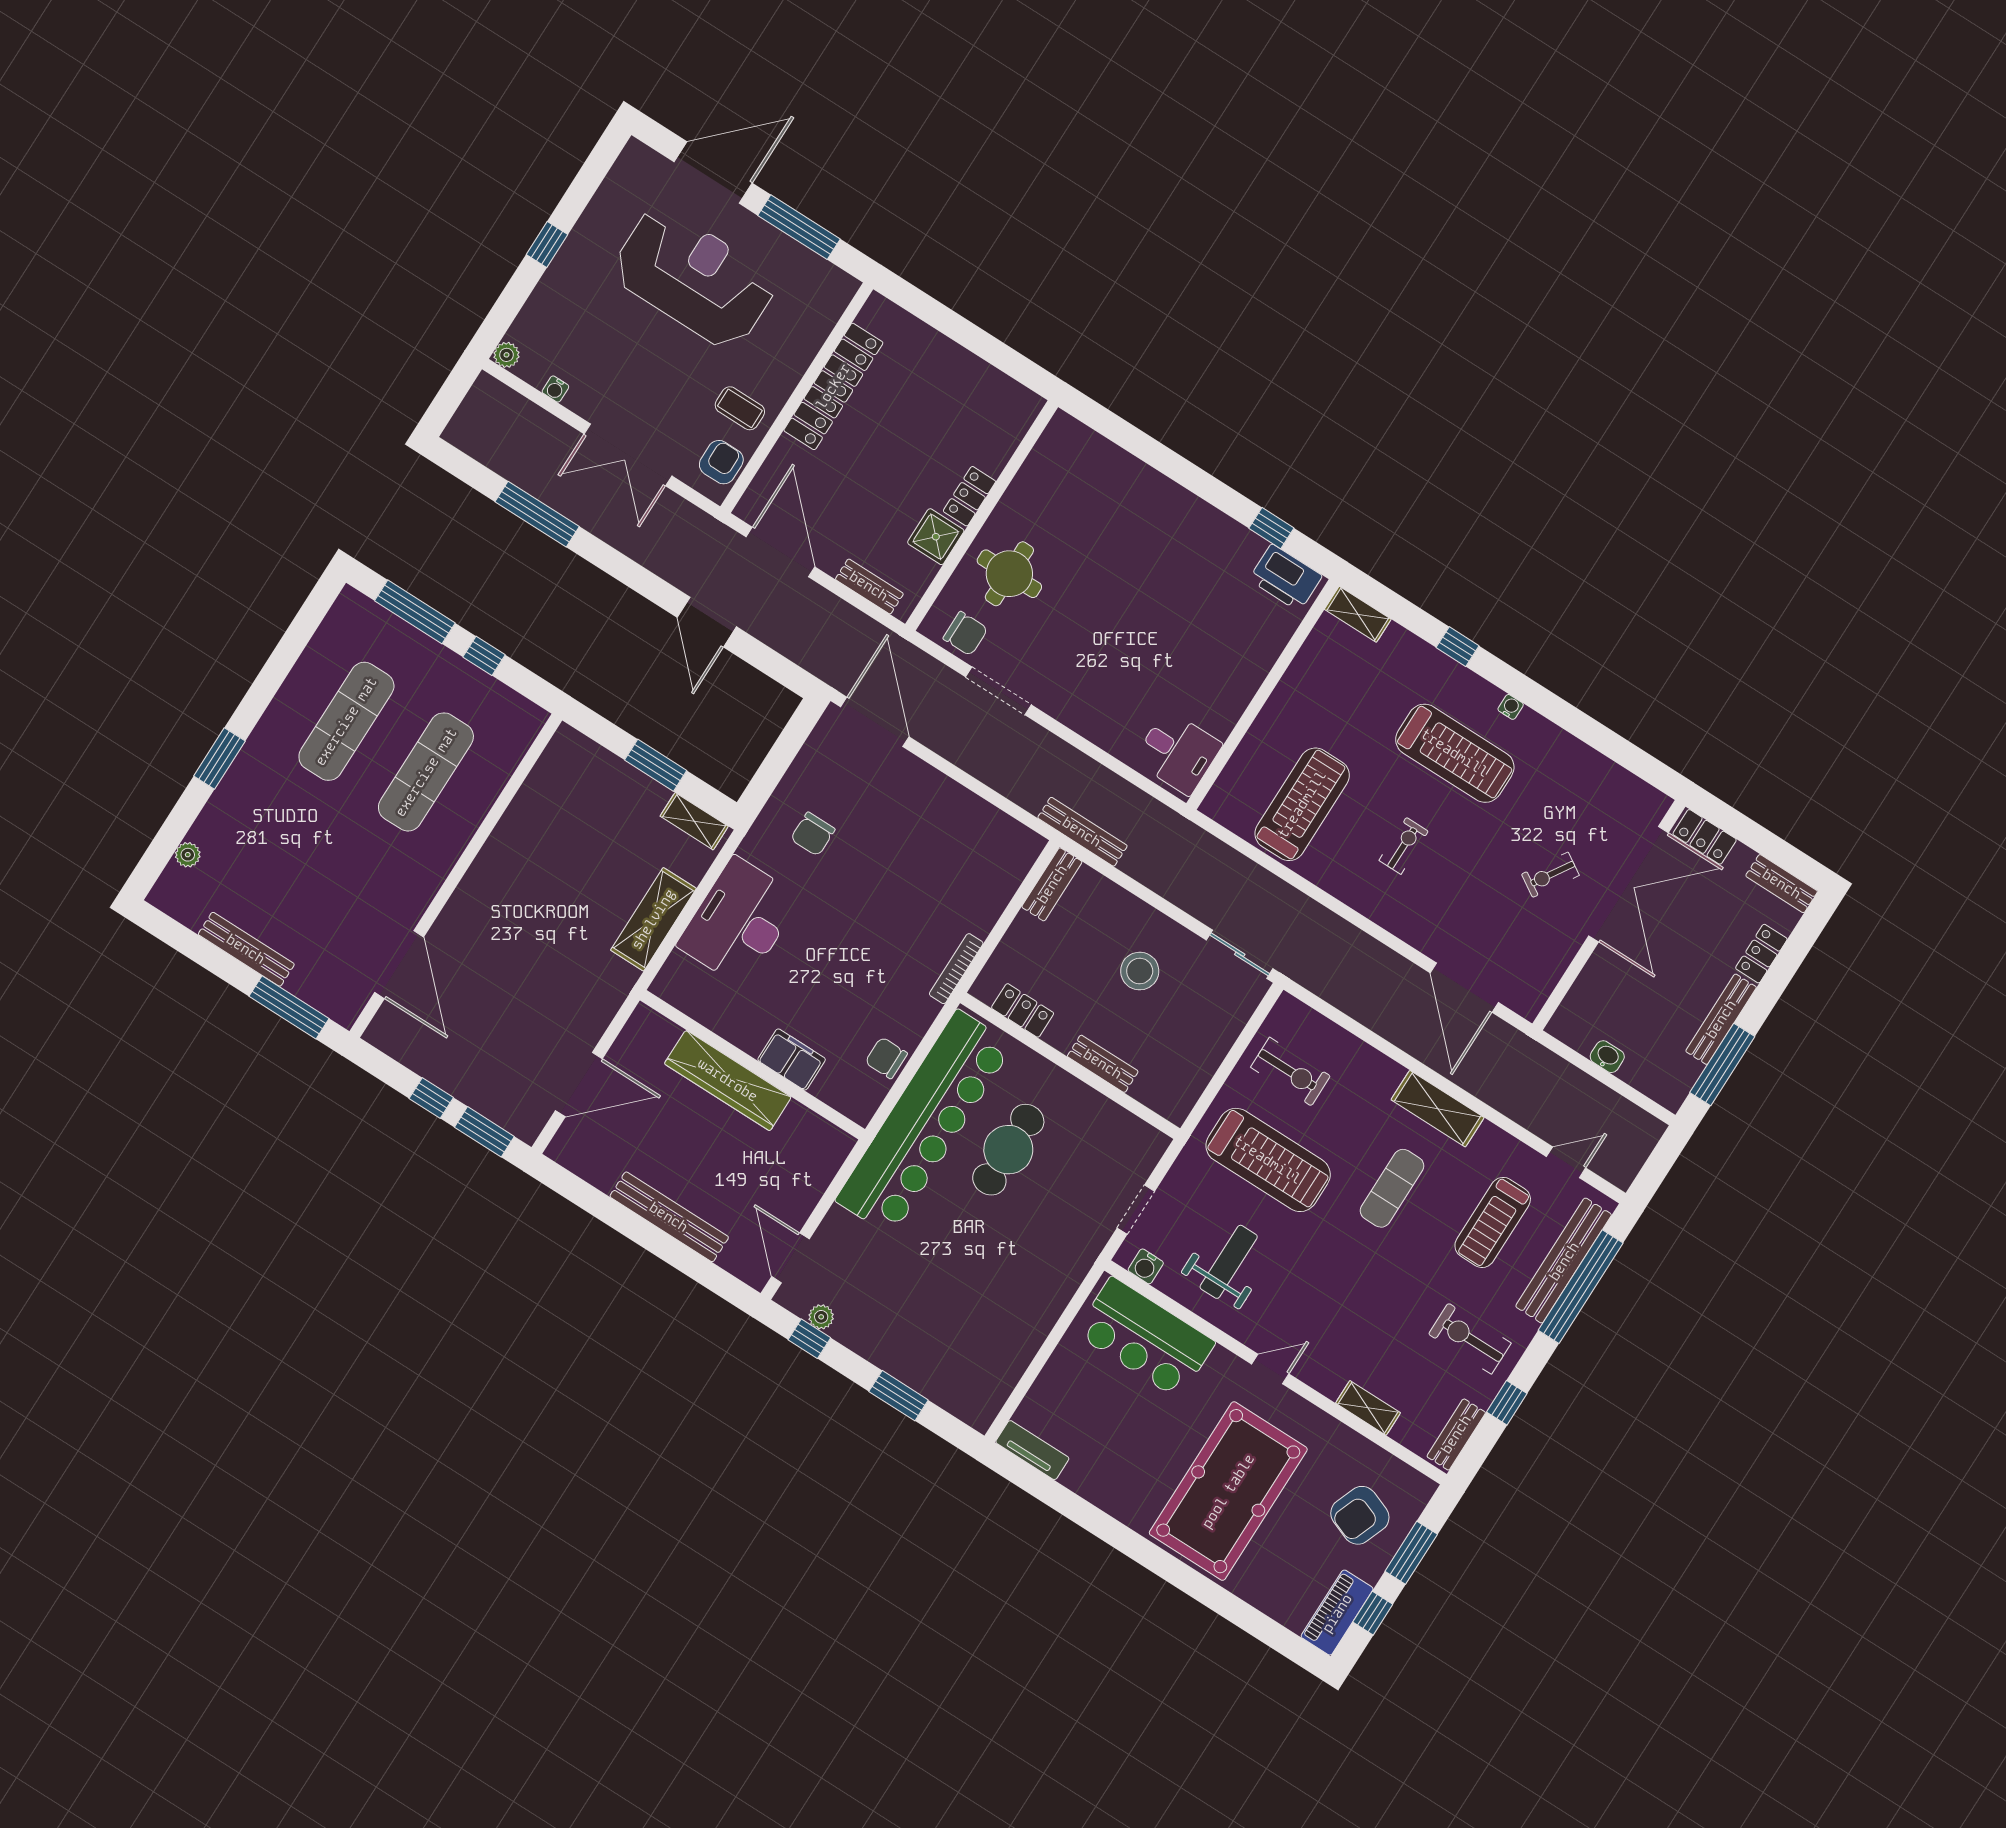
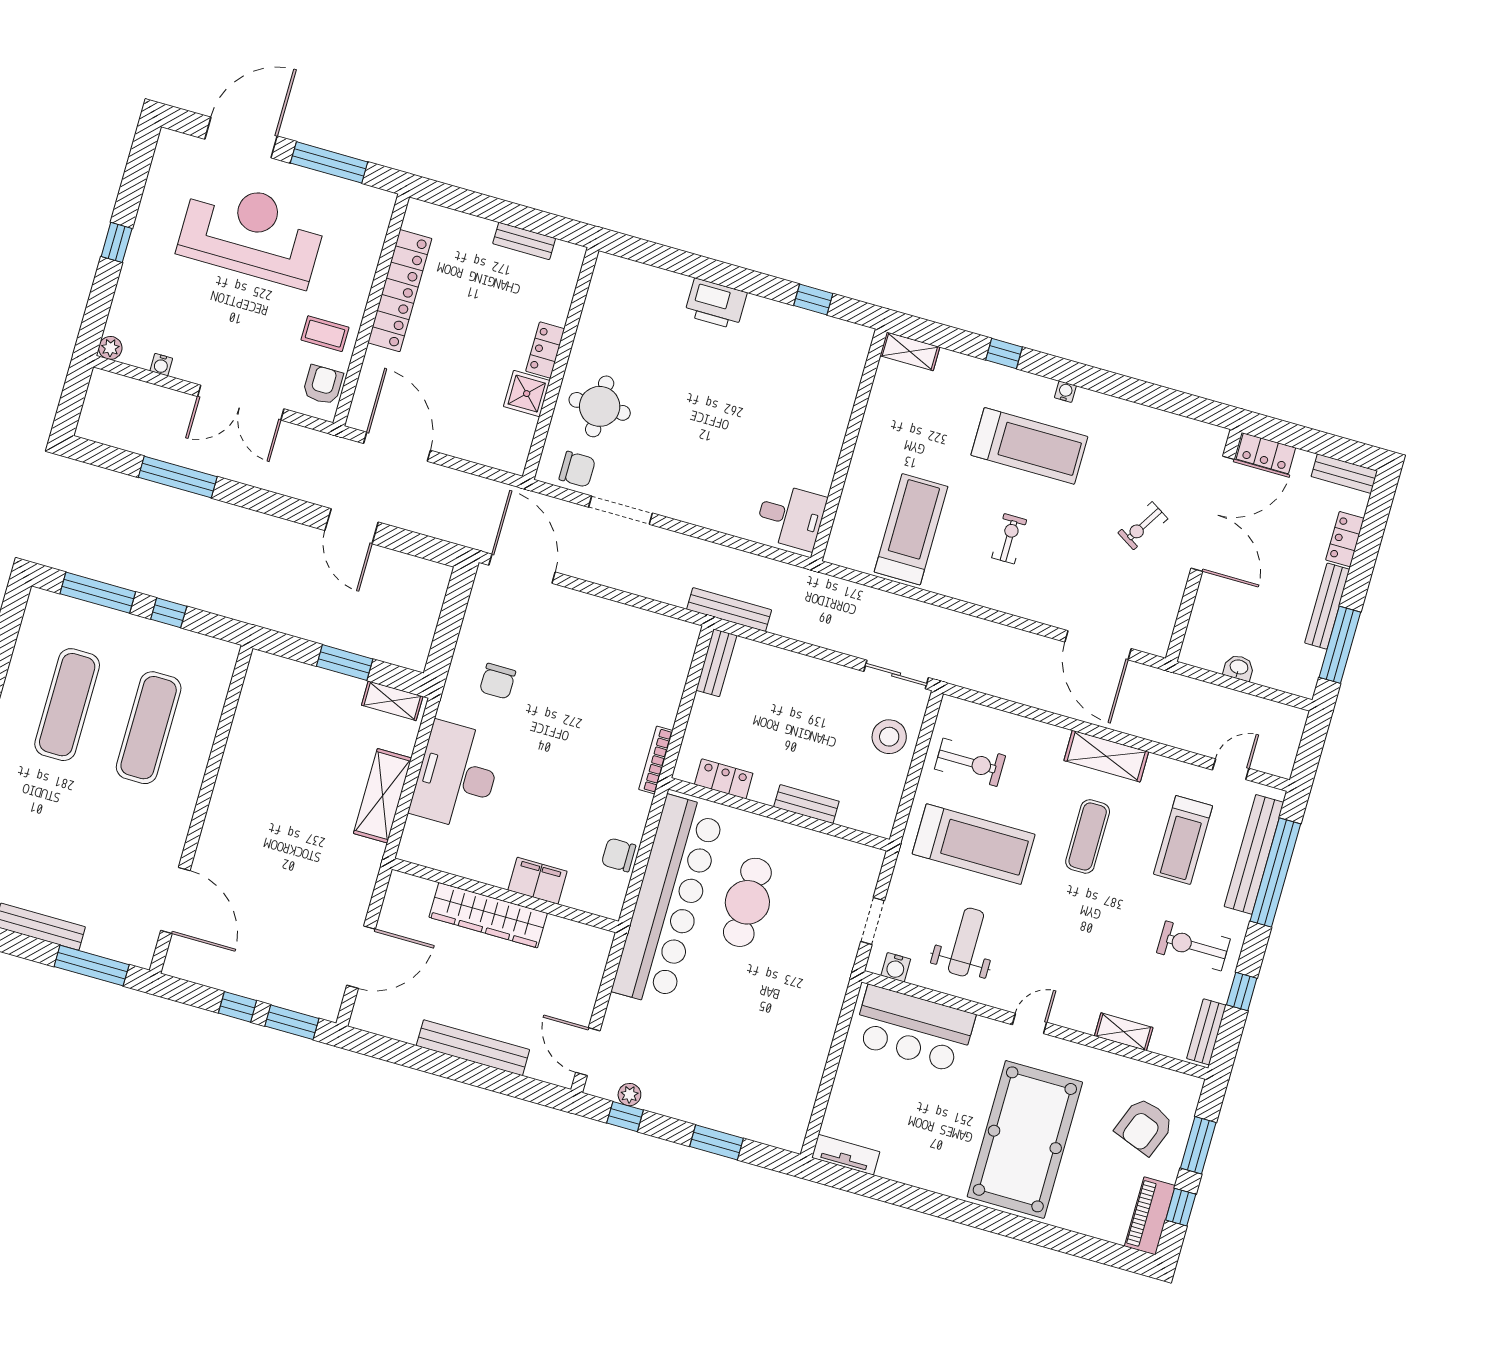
printer: (1285, 578) -> (716, 304), moved
bench: (869, 586) -> (524, 241), moved
stool: (1140, 971) -> (889, 737), moved

